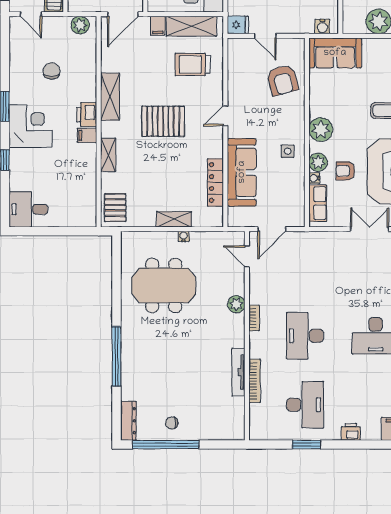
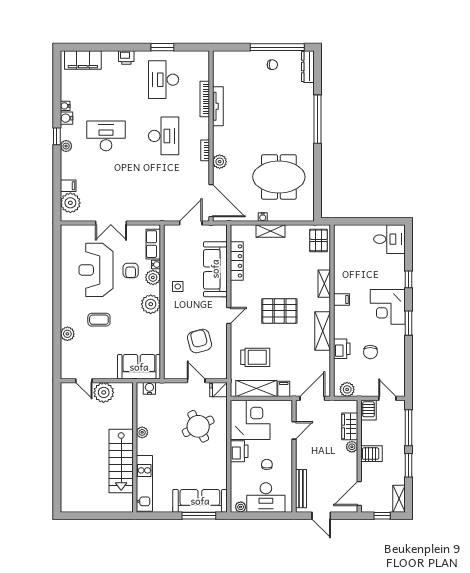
armchair: (283, 80) -> (199, 341), moved
printer: (87, 115) -> (342, 349), moved
armchair: (345, 171) -> (131, 270), turned 90
door: (247, 256) -> (211, 201), width x1.88

